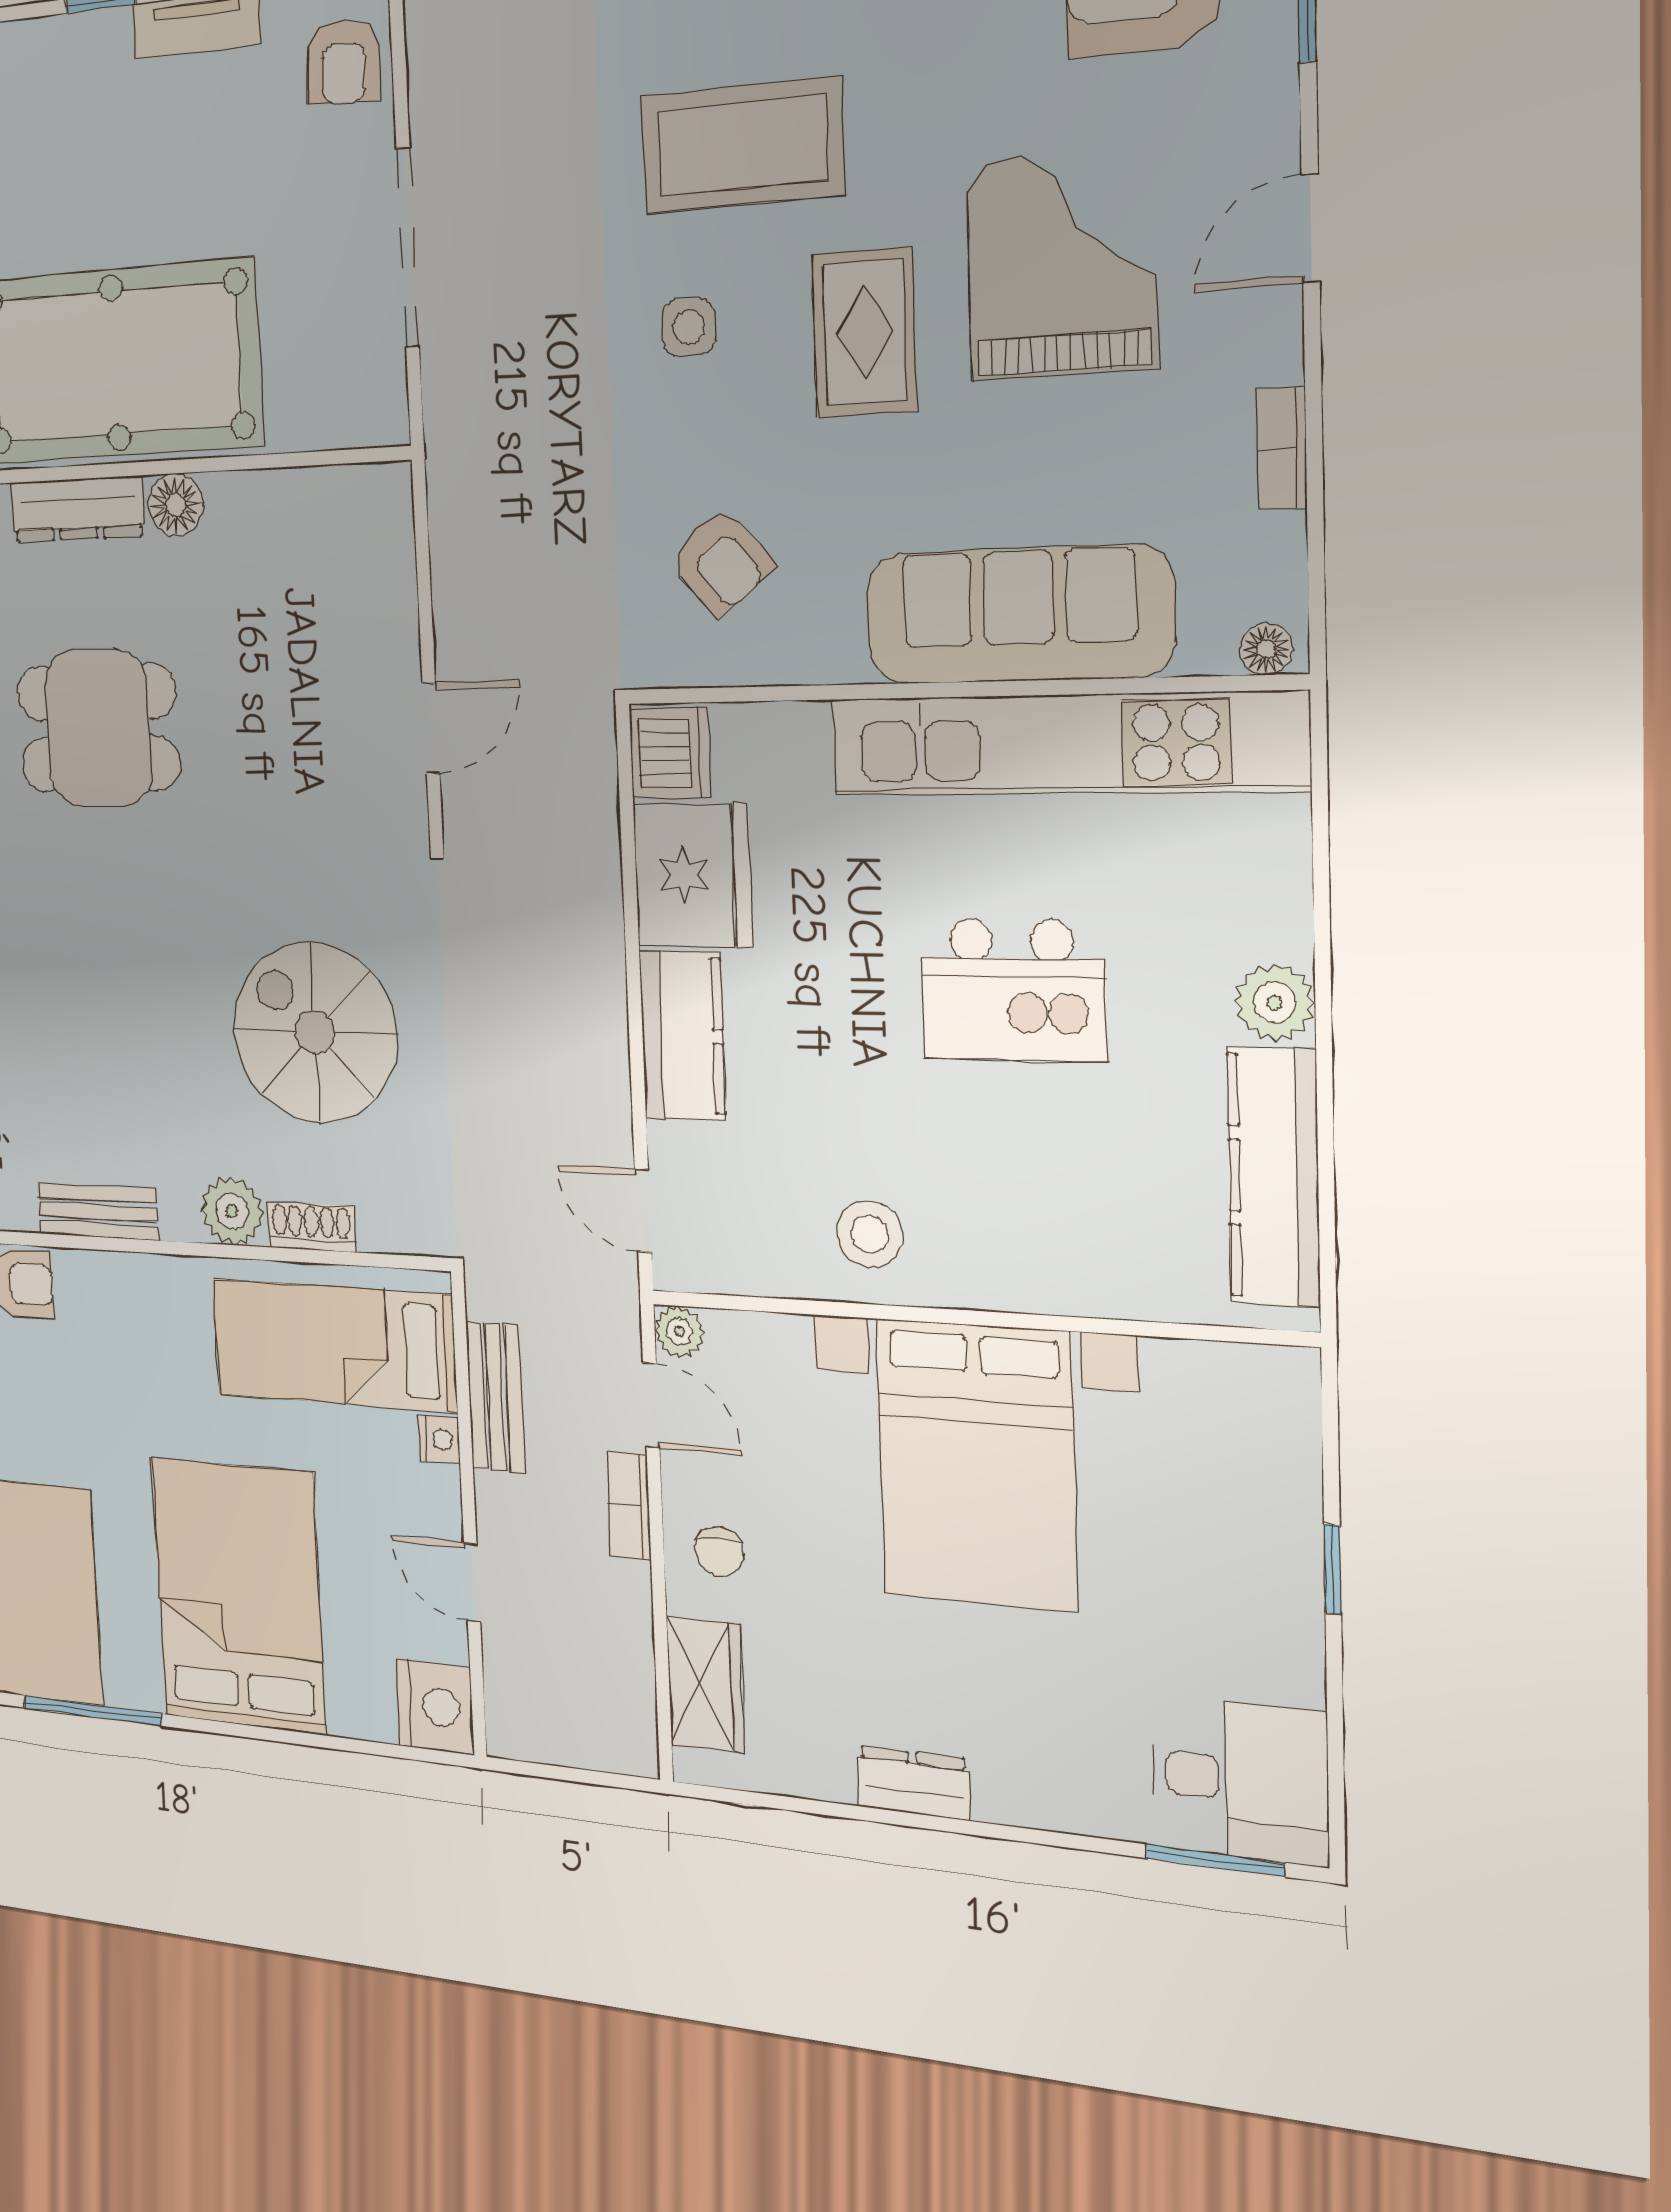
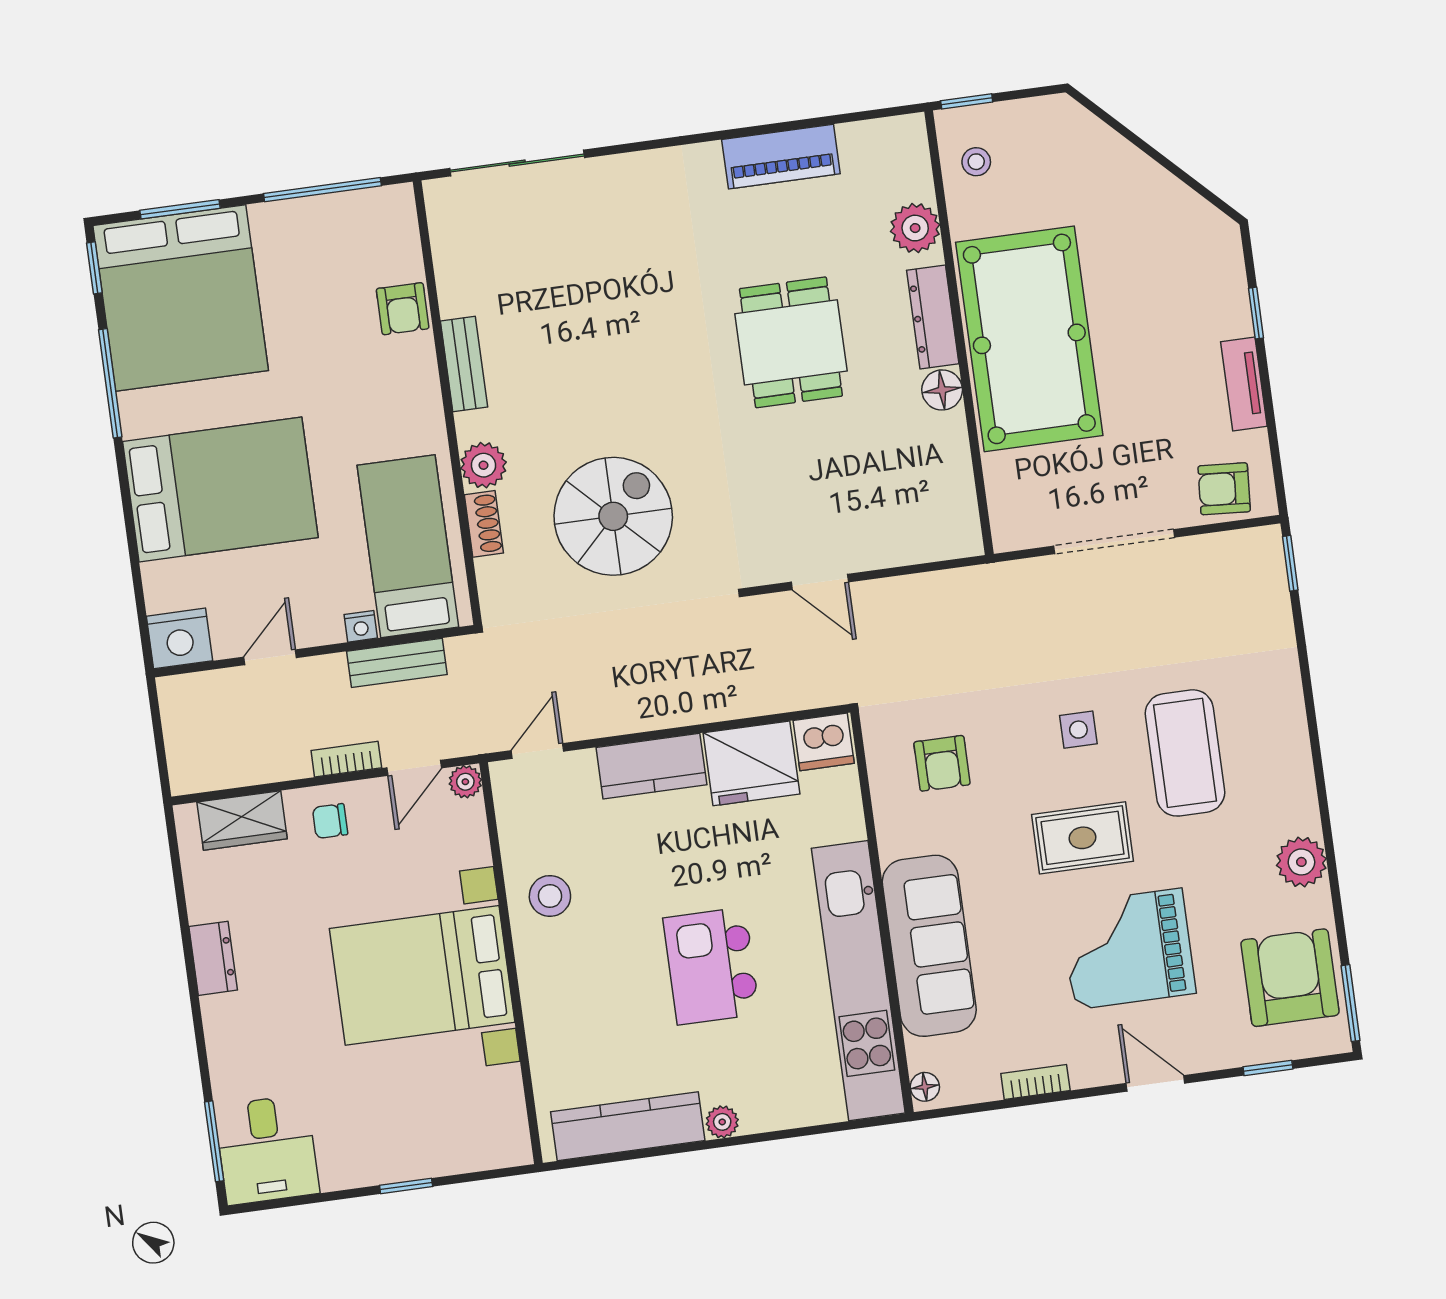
grand piano: (1062, 264) -> (1128, 949), turned 180
armchair: (721, 562) -> (942, 763), turned -51
plant: (1275, 1003) -> (722, 1122), width x0.73, depth x0.73

